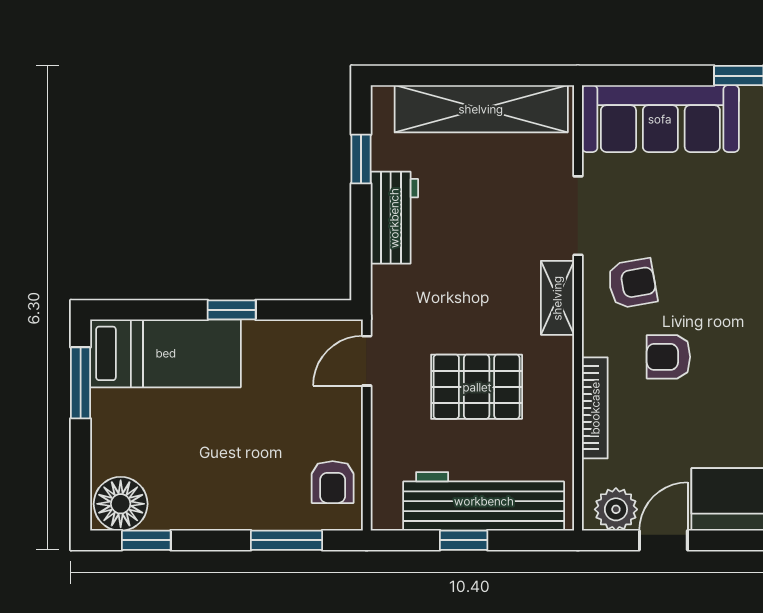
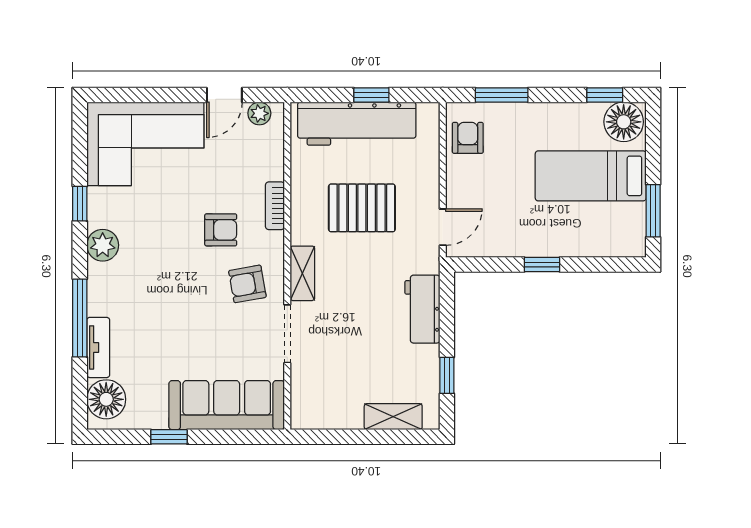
shelving: (481, 109) -> (393, 417), width x0.45, depth x0.75
workbench: (394, 218) -> (422, 309), moved
bed: (166, 353) -> (591, 176), moved
bookcase: (595, 408) -> (275, 206), width x0.64
plant: (616, 509) -> (259, 113), width x0.73, depth x0.73

